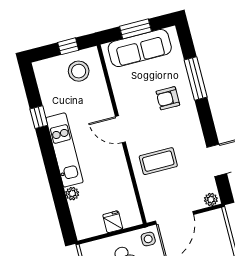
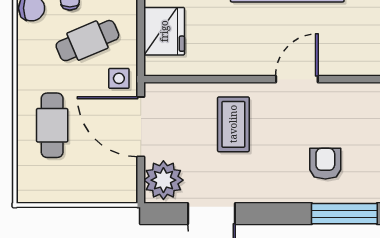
plant: (211, 199) -> (163, 180), width x1.88, depth x1.88
fridge: (113, 222) -> (164, 31), width x1.88, depth x1.34

